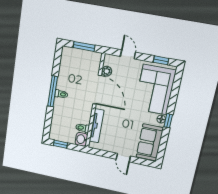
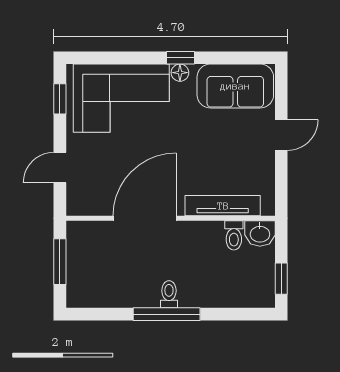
plant: (107, 71) -> (102, 205), removed

